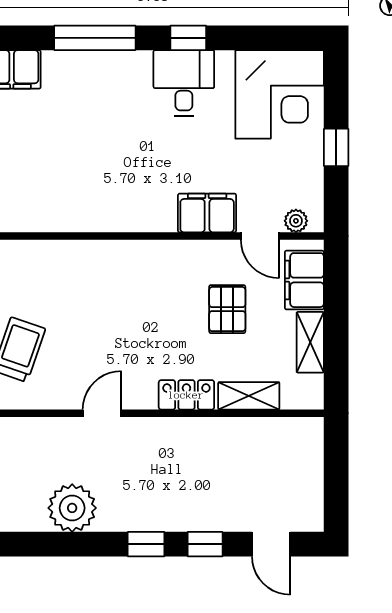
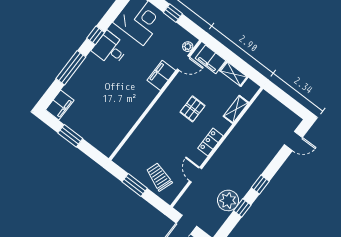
pallet: (227, 309) -> (193, 109), moved, turned 90
locker: (186, 395) -> (210, 142), moved
door: (102, 413) -> (196, 175), moved
window: (205, 544) -> (242, 208), moved

